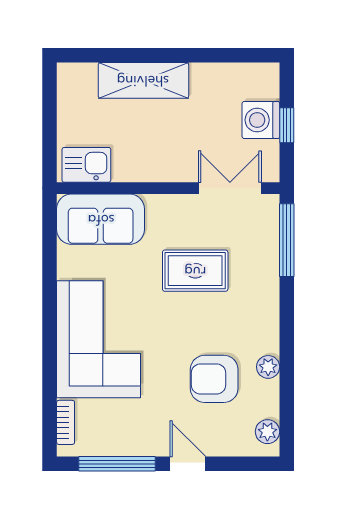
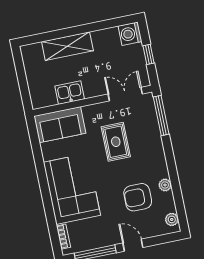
washing machine: (261, 120) -> (130, 34), moved
kitchen sink: (86, 165) -> (70, 93), moved
rug: (195, 271) -> (116, 142), turned 90

